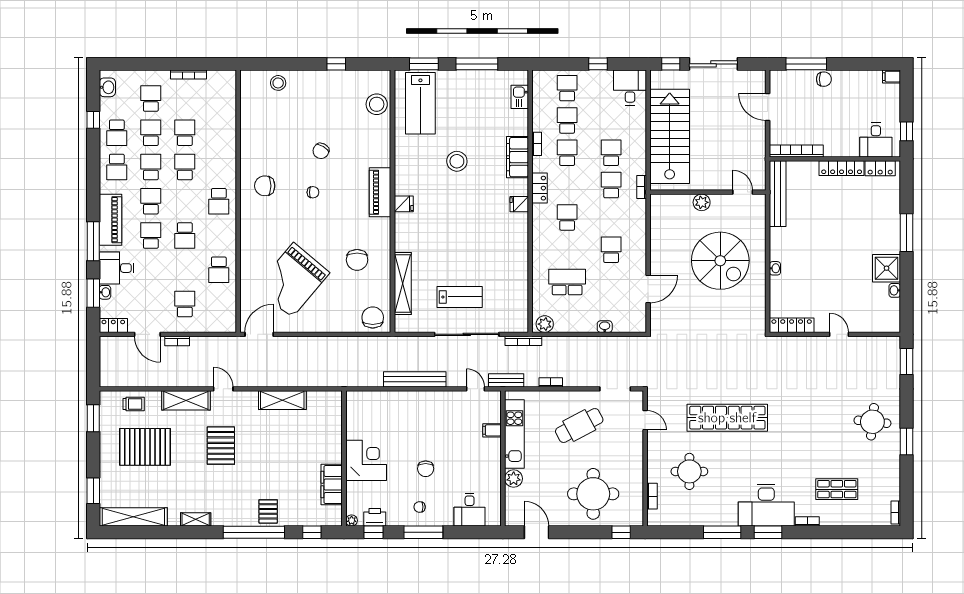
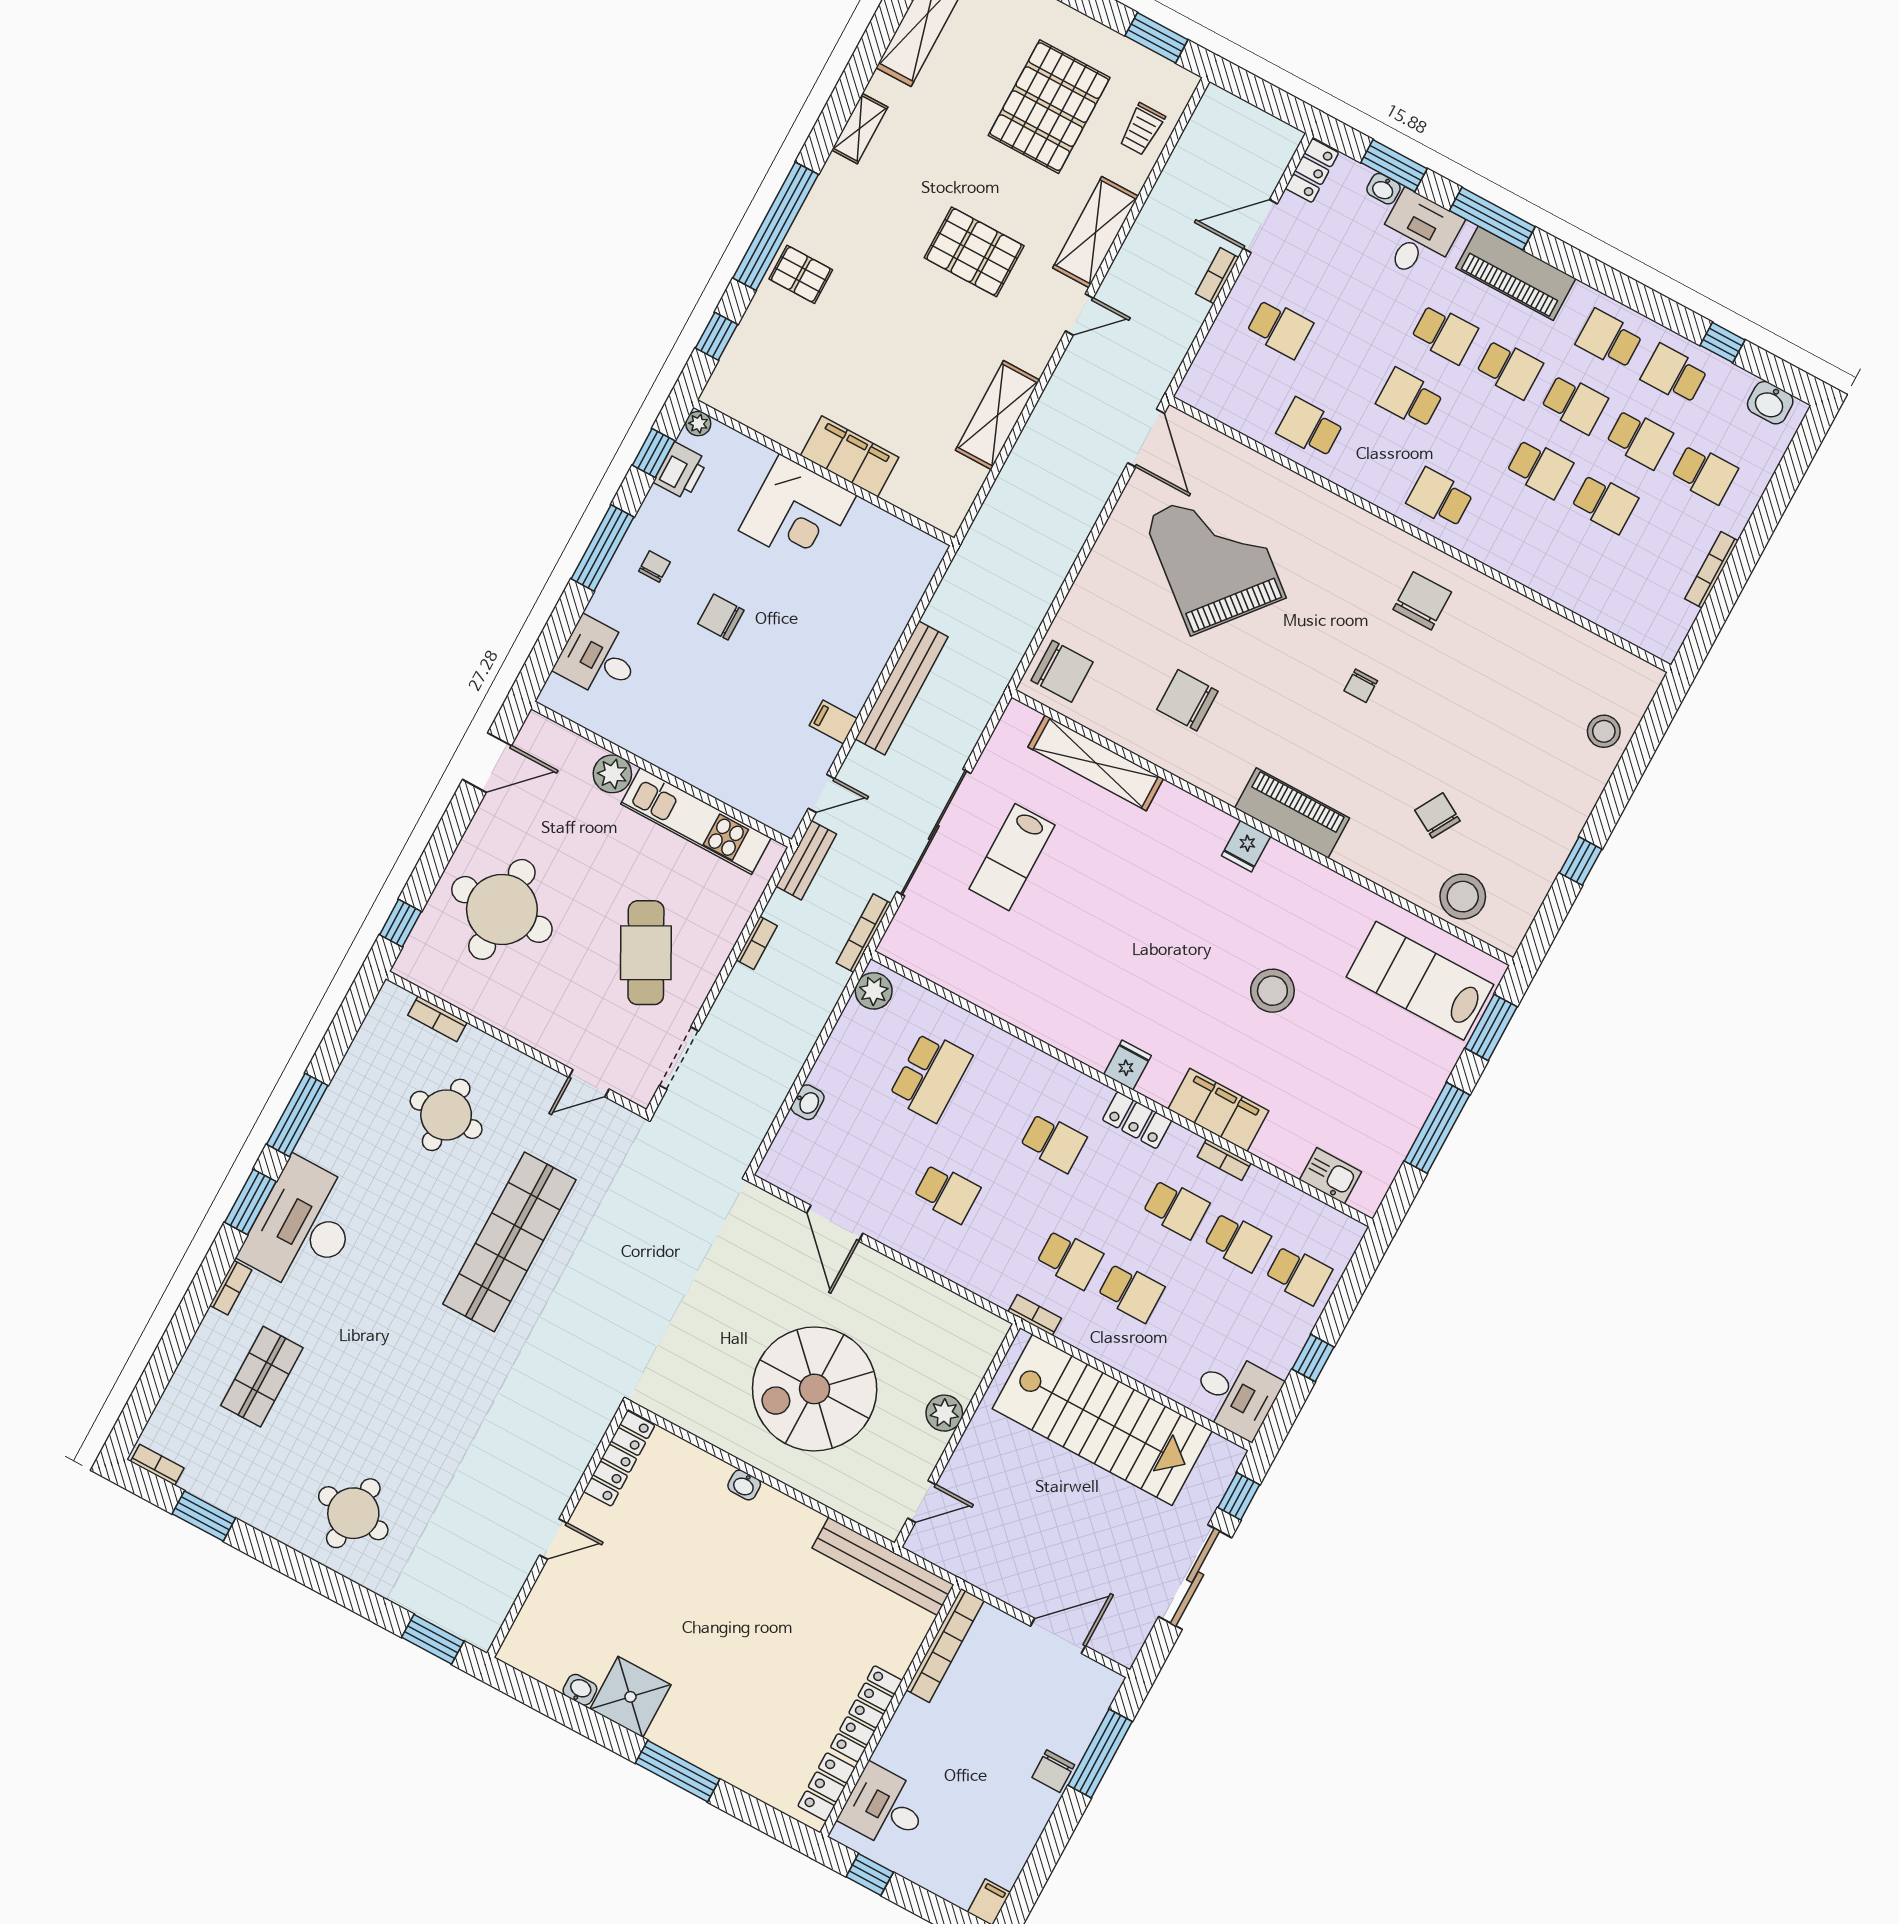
chair: (321, 151) -> (1437, 815), moved
filing cabinet: (492, 430) -> (833, 722), moved, turned -90
window: (906, 441) -> (204, 1516), moved
filing cabinet: (332, 485) -> (850, 456), moved

